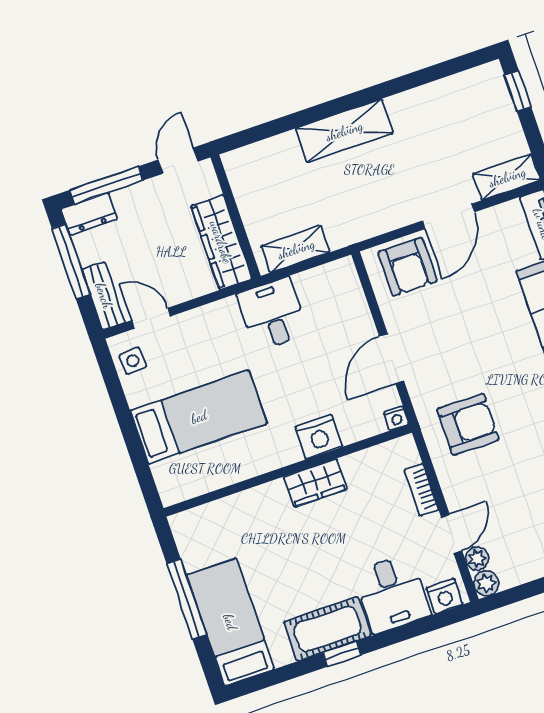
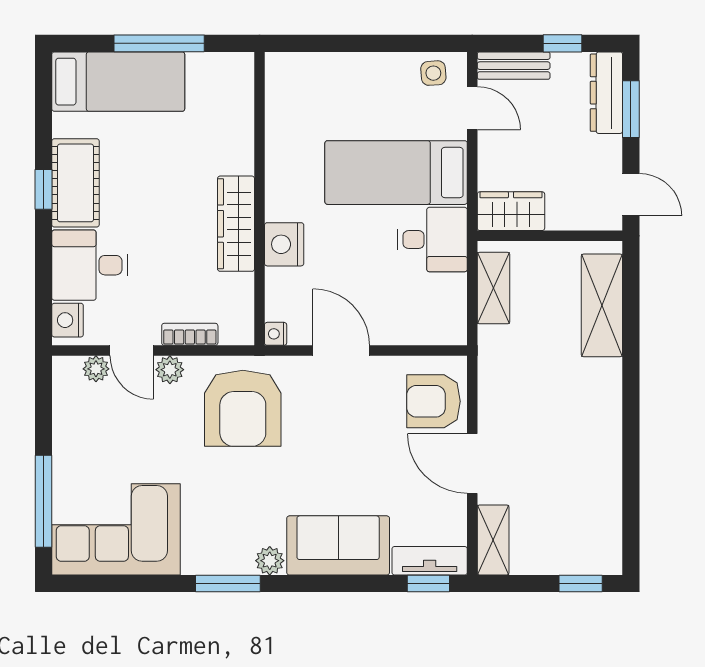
shelving: (344, 131) -> (602, 305), moved
window: (106, 185) -> (631, 109), width x0.69
dresser: (89, 214) -> (606, 93), width x1.44
wardrobe: (221, 242) -> (511, 211), width x0.67
window: (71, 261) -> (562, 43), width x0.46
door: (151, 318) -> (472, 108), hinge flipped
bed: (199, 417) -> (396, 173), moved, turned 90
armchair: (468, 424) -> (243, 408), width x1.36, depth x1.36
wardrobe: (315, 483) -> (236, 224), width x1.50
plant: (486, 583) -> (170, 370), moved

